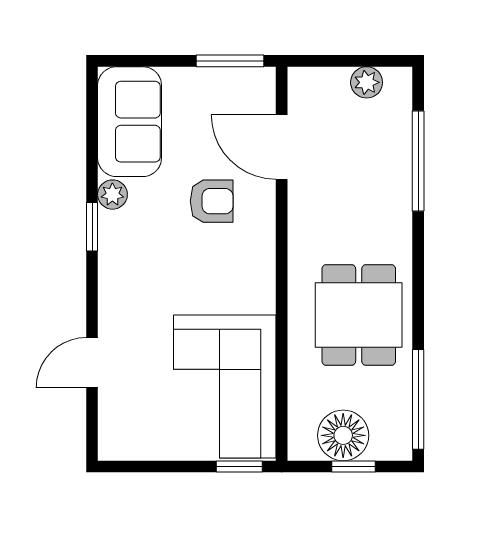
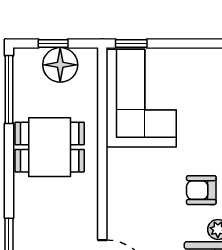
armchair: (212, 201) -> (201, 190), moved
dining table: (359, 315) -> (50, 147), turned 90

